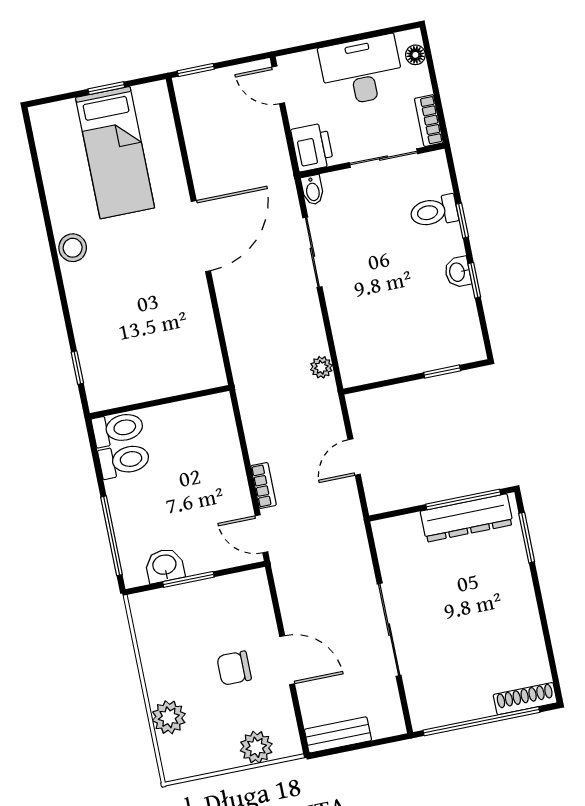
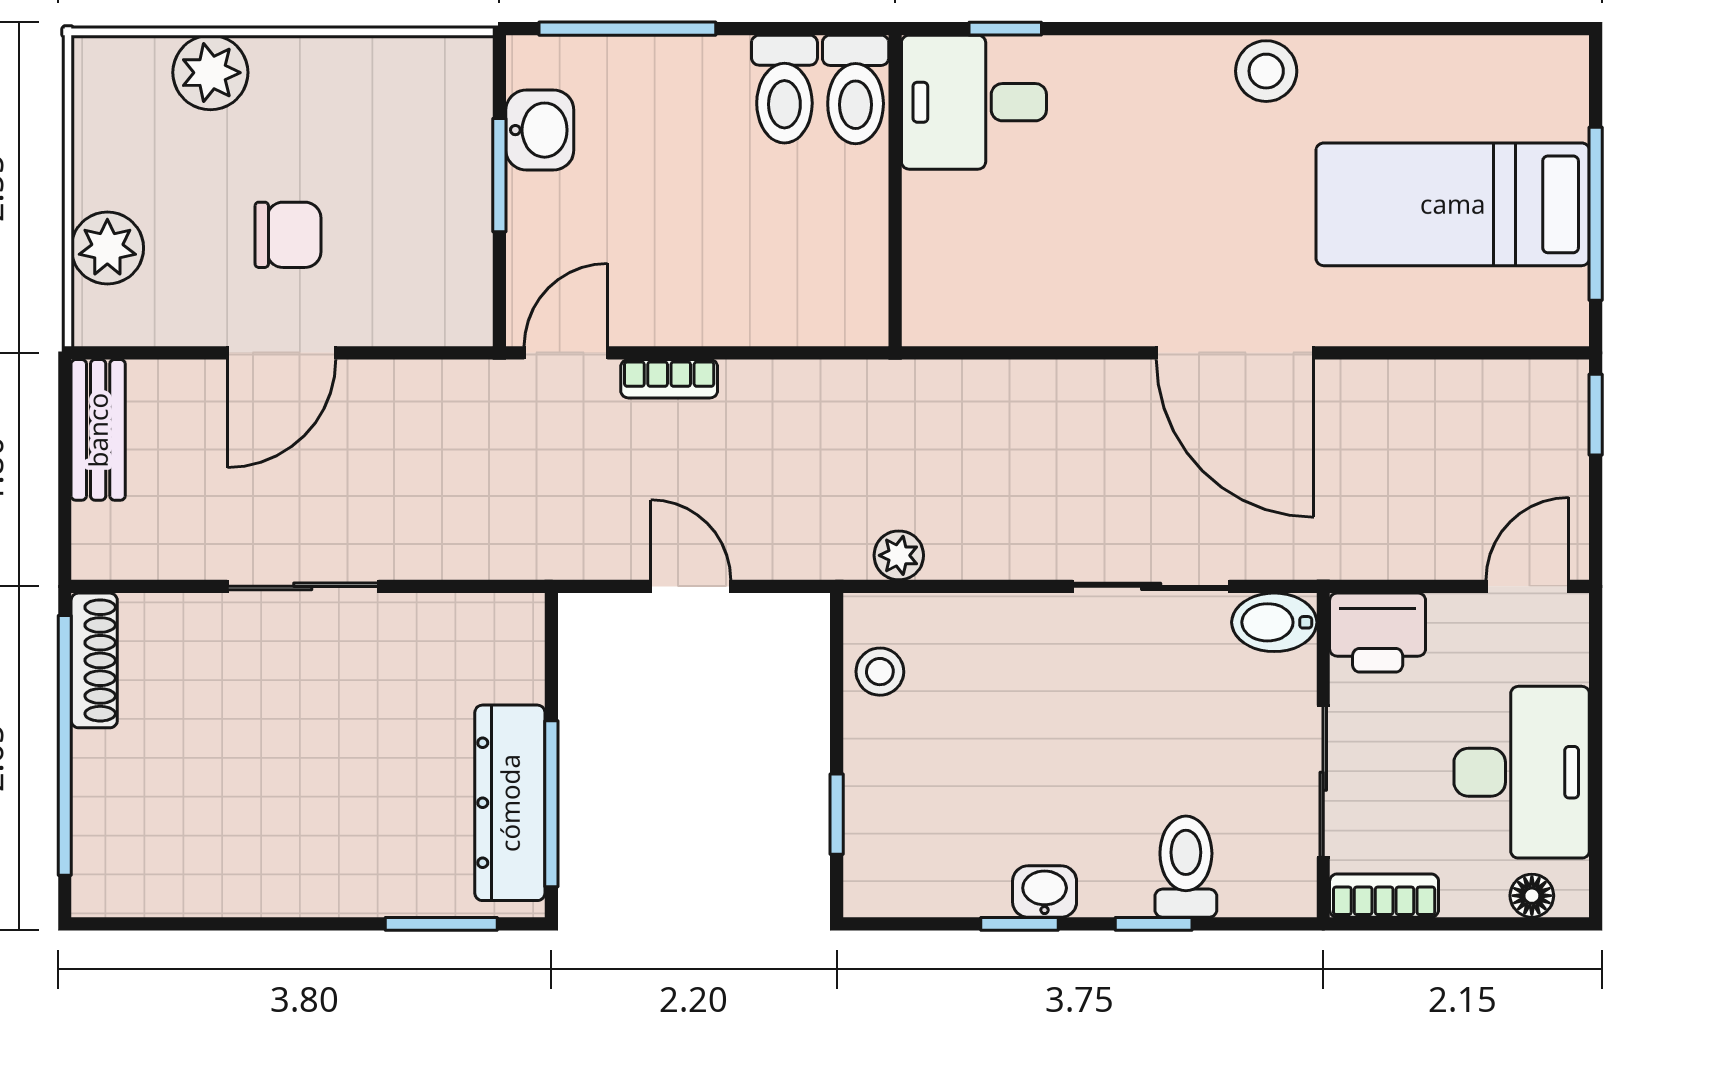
window: (106, 88) -> (1596, 214), width x2.17
bidet: (313, 190) -> (1274, 622), width x1.38, depth x1.36
stool: (375, 365) -> (880, 672), added
desk: (113, 375) -> (974, 102), added
sliding door: (389, 630) -> (303, 586), width x0.73
chair: (234, 668) -> (288, 235), turned 90
shoe rack: (525, 699) -> (94, 660), moved

